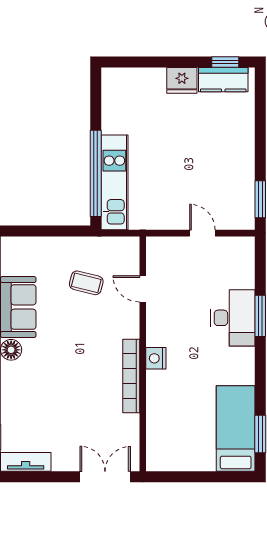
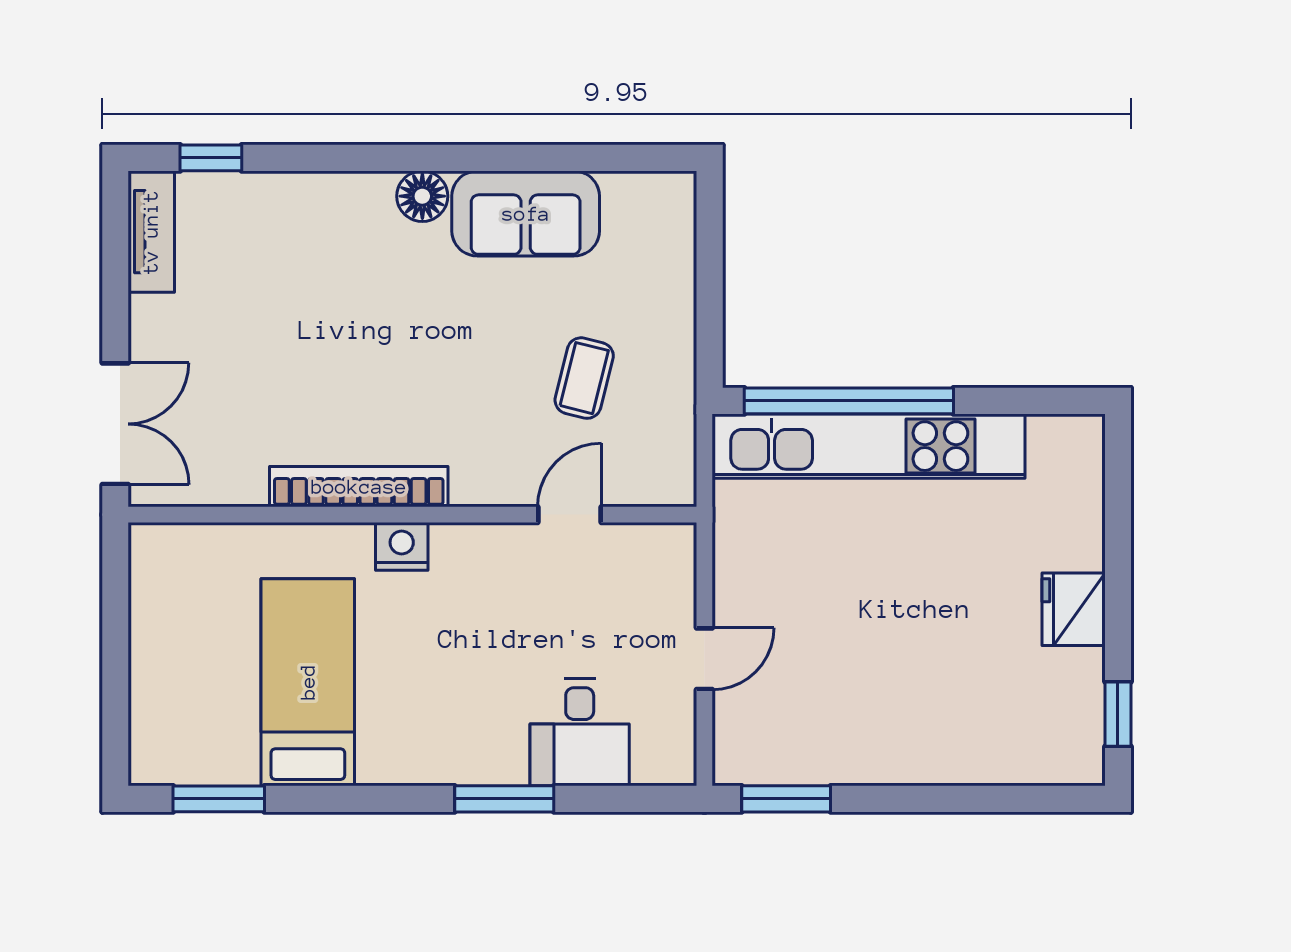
kitchen counter: (223, 80) -> (1075, 709), removed
kitchen unit: (114, 182) -> (869, 446), width x1.36
desk: (233, 318) -> (580, 732), moved, width x0.73
bed: (236, 429) -> (308, 682), moved, turned -90

